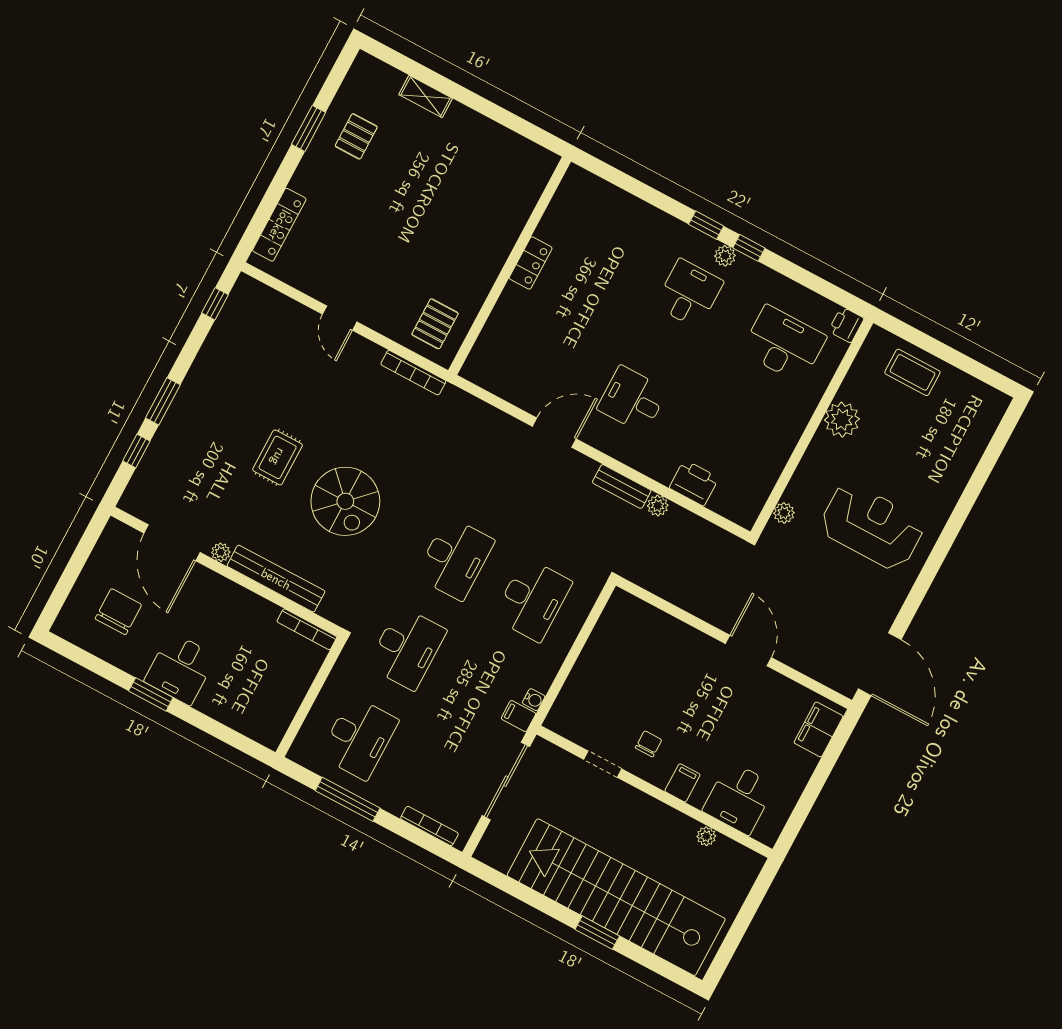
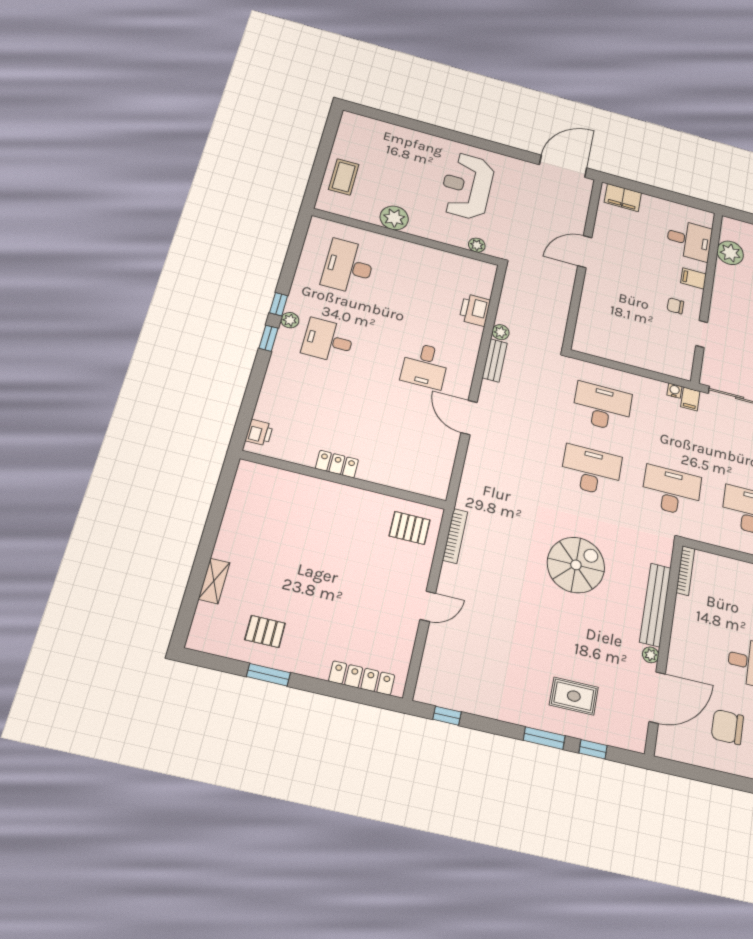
printer: (846, 325) -> (259, 433), moved, turned -90
rug: (278, 457) -> (574, 696), moved
plant: (706, 836) -> (730, 253), width x1.88, depth x1.88

